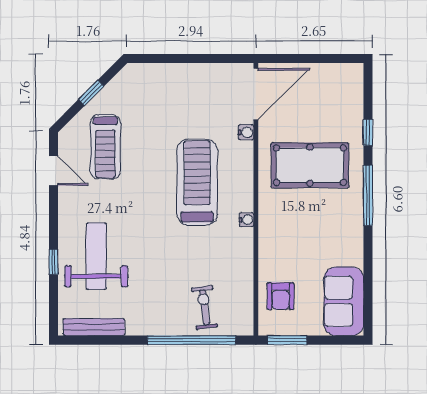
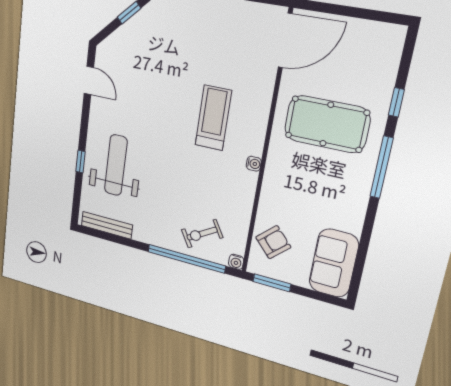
water cooler: (246, 132) -> (236, 262), moved, turned 90
treadmill: (105, 147) -> (135, 67), removed
treadmill: (197, 182) -> (213, 118), width x0.73, depth x0.73
armchair: (281, 296) -> (273, 242), turned -133
exercise bike: (204, 307) -> (202, 234), turned -114

